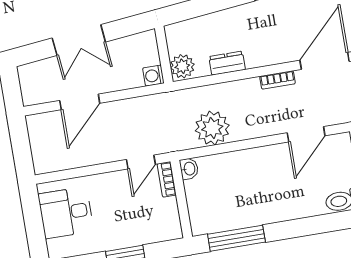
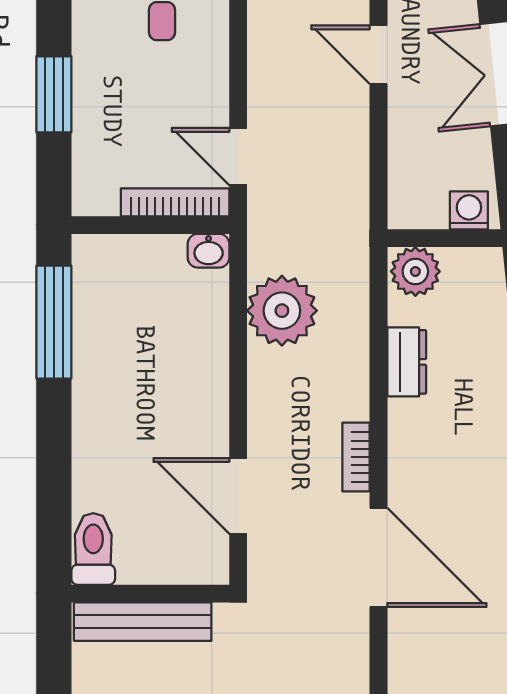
washing machine: (153, 76) -> (469, 210), moved
door: (80, 102) -> (378, 55), width x0.73
bookcase: (167, 179) -> (175, 202), width x1.56

